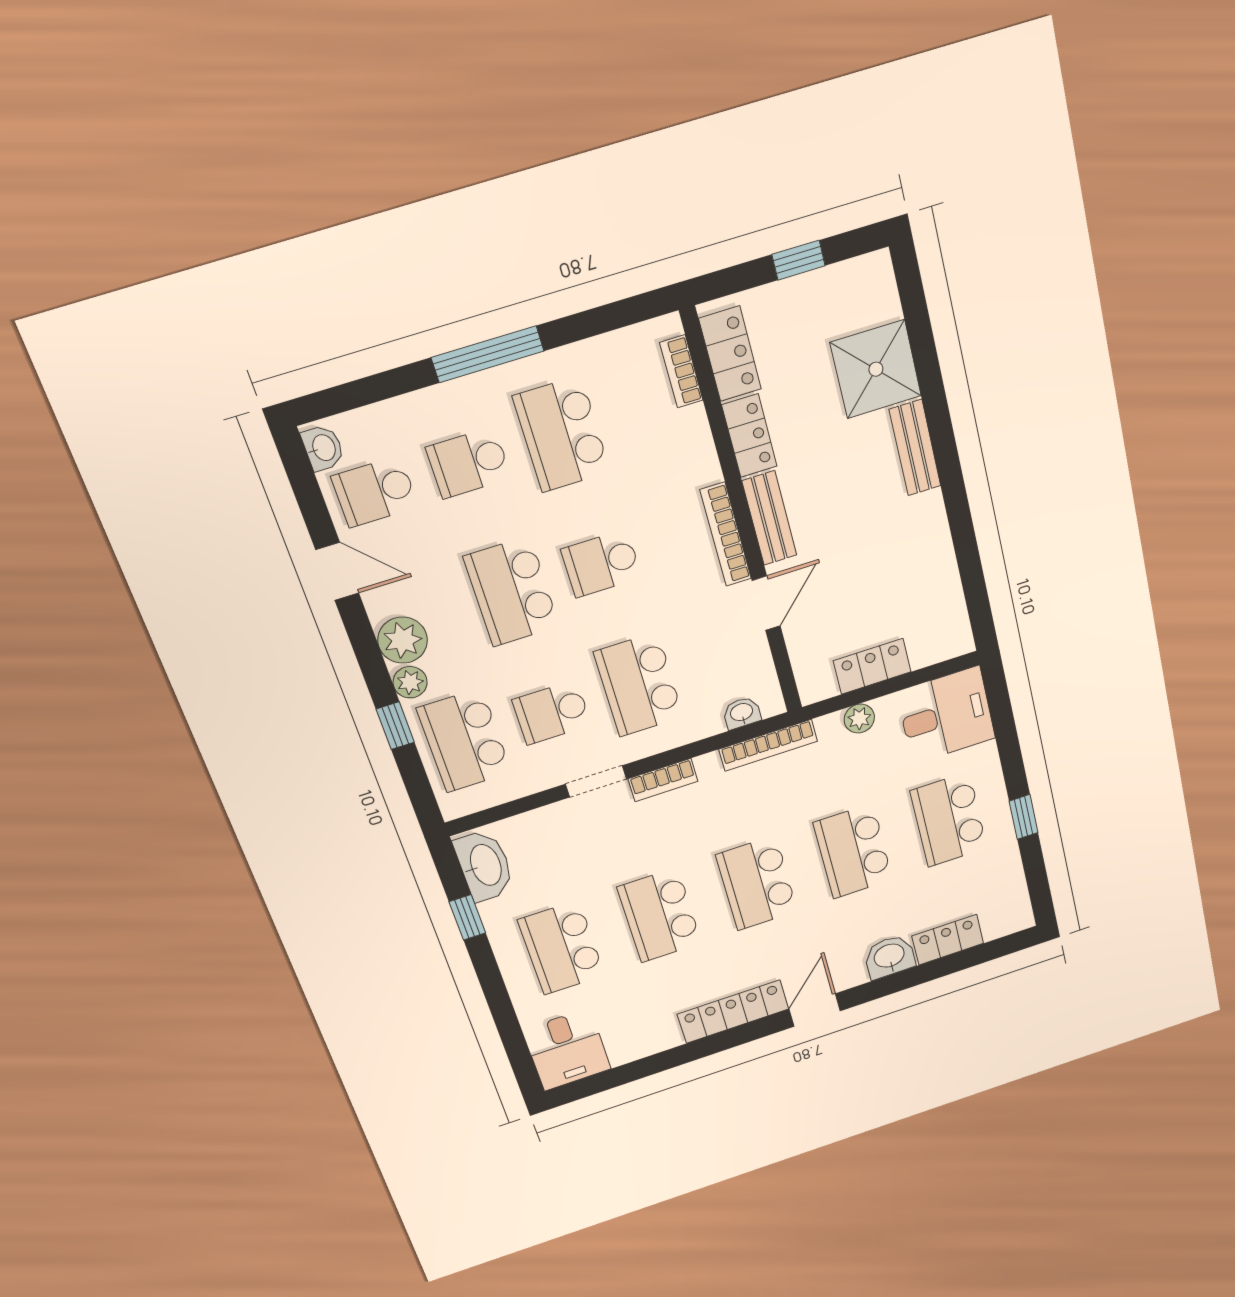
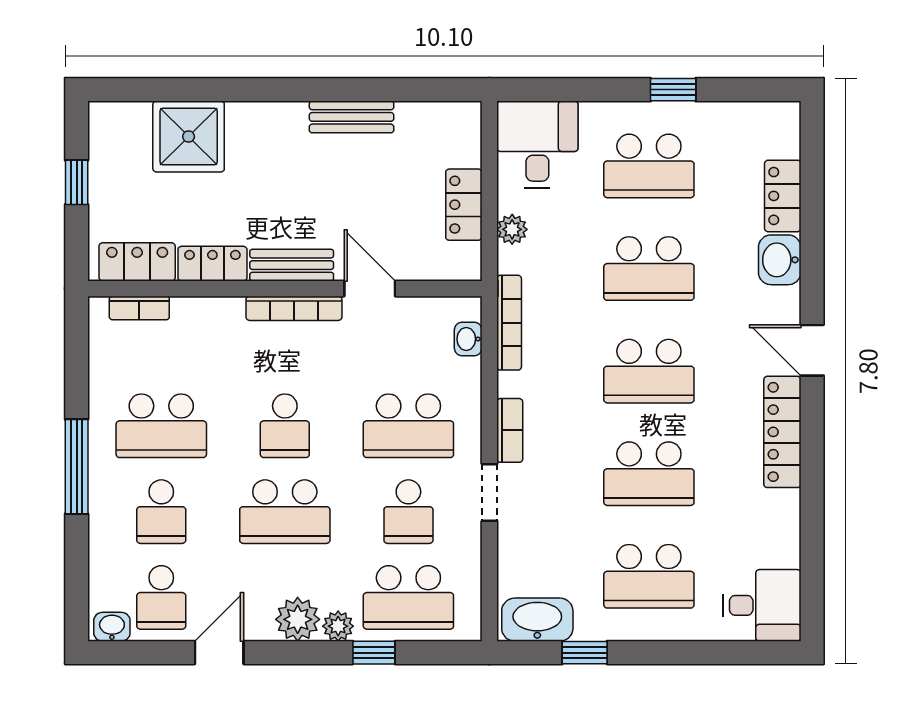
bench: (915, 448) -> (352, 117), moved

